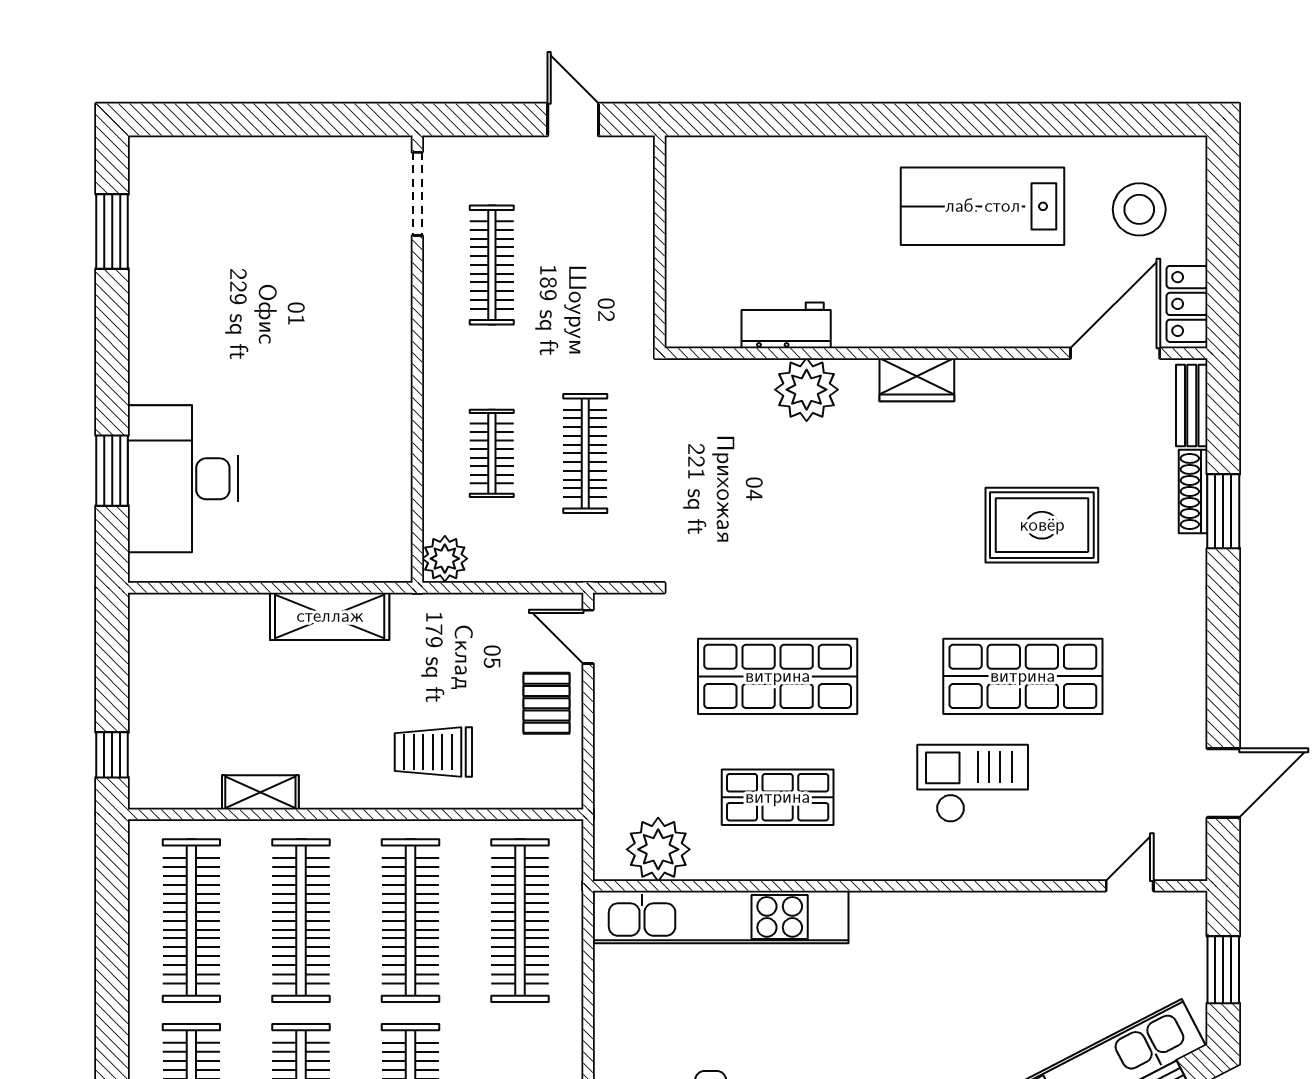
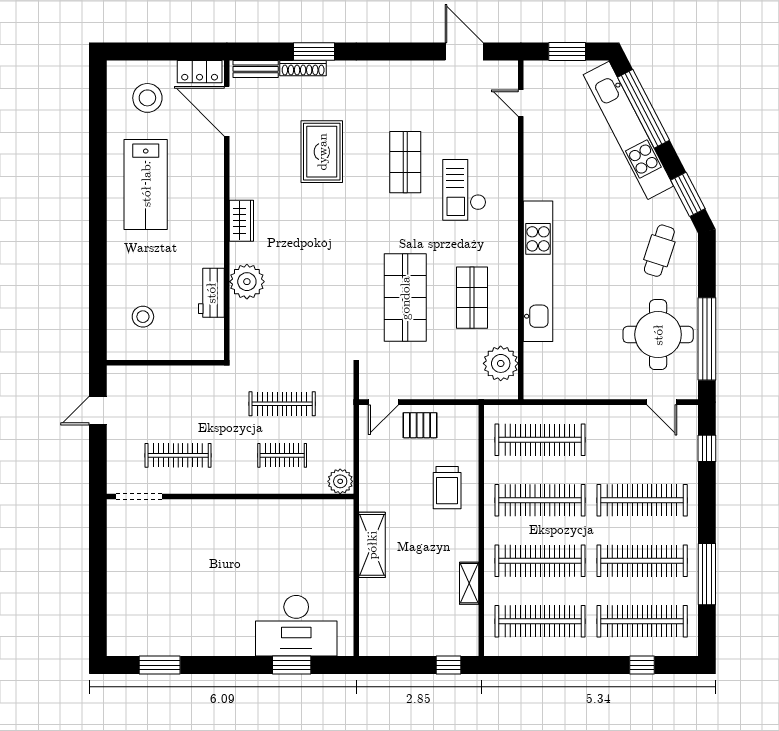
stool: (743, 201) -> (143, 317), added
shop shelf: (1023, 676) -> (405, 162), width x0.70, depth x0.74
kitchen unit: (721, 917) -> (538, 271), moved

